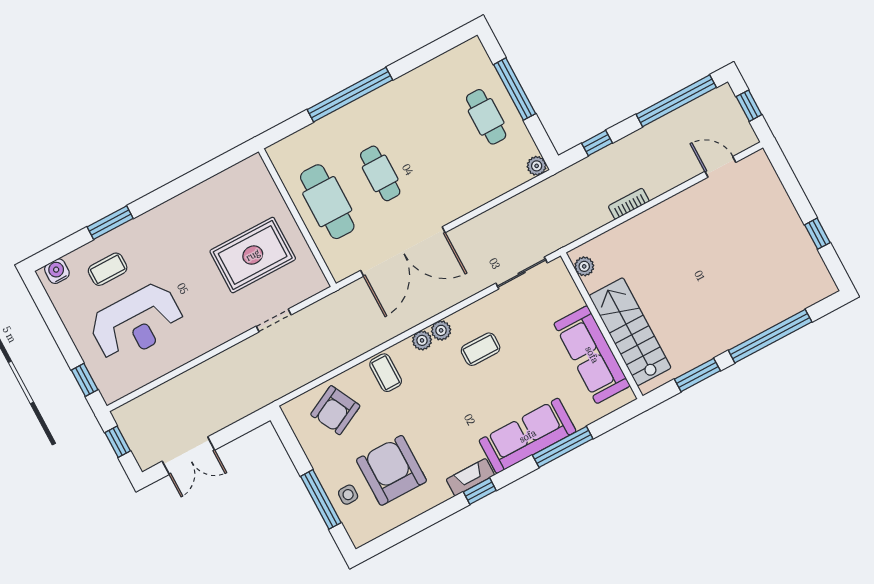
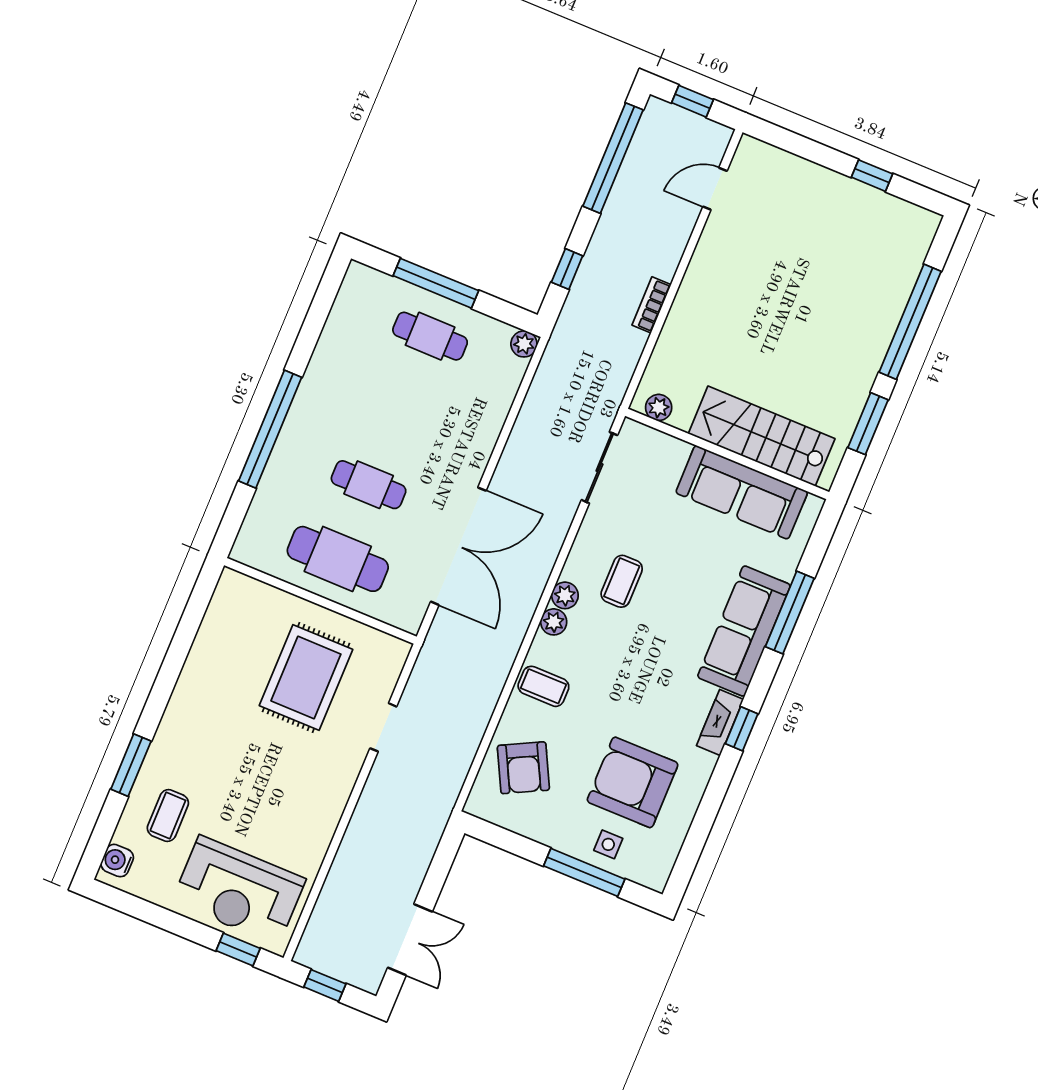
reception desk: (137, 323) -> (239, 890), moved, turned 90

